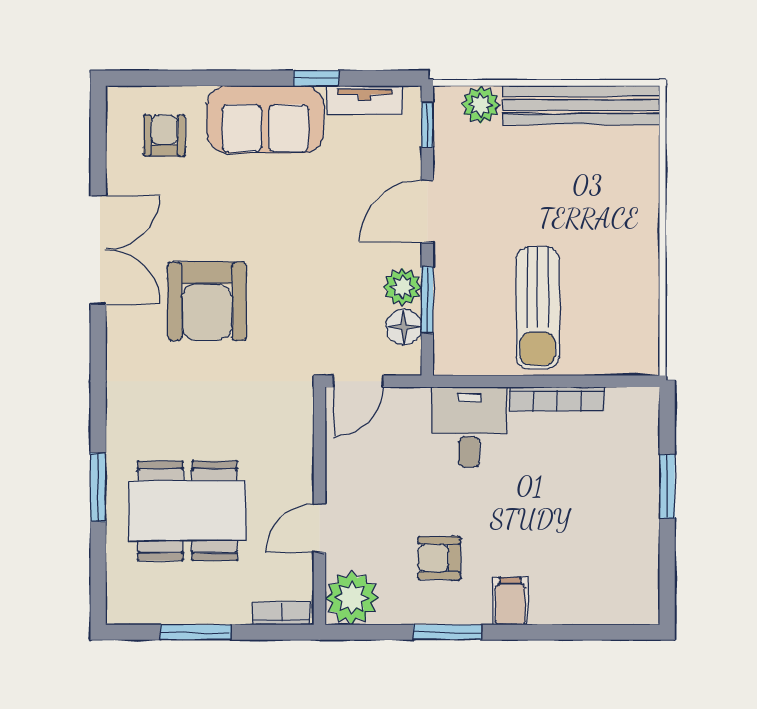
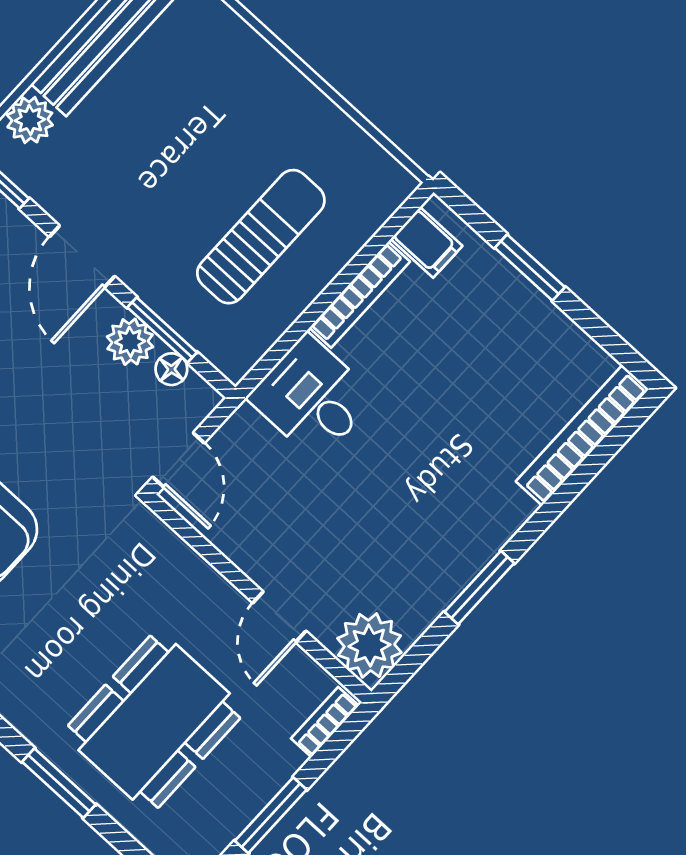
sun lounger: (538, 308) -> (261, 237), turned -90
floor lamp: (404, 327) -> (171, 369), width x0.73, depth x0.73
armchair: (439, 558) -> (406, 533), removed
filing cabinet: (510, 601) -> (427, 242), moved, turned 180
bookcase: (595, 610) -> (582, 435), added

